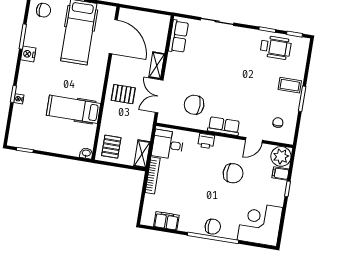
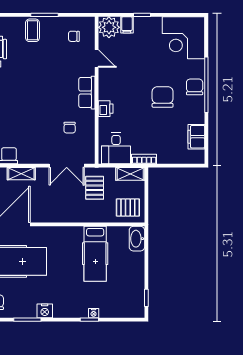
shelving: (157, 65) -> (21, 174), moved
pallet: (123, 94) -> (95, 188), moved
chair: (194, 105) -> (70, 128), width x0.54, depth x0.54
washbasin: (86, 153) -> (137, 239), width x1.91, depth x1.45
chair: (233, 173) -> (163, 97), moved
bookcase: (153, 175) -> (144, 159), width x0.64

